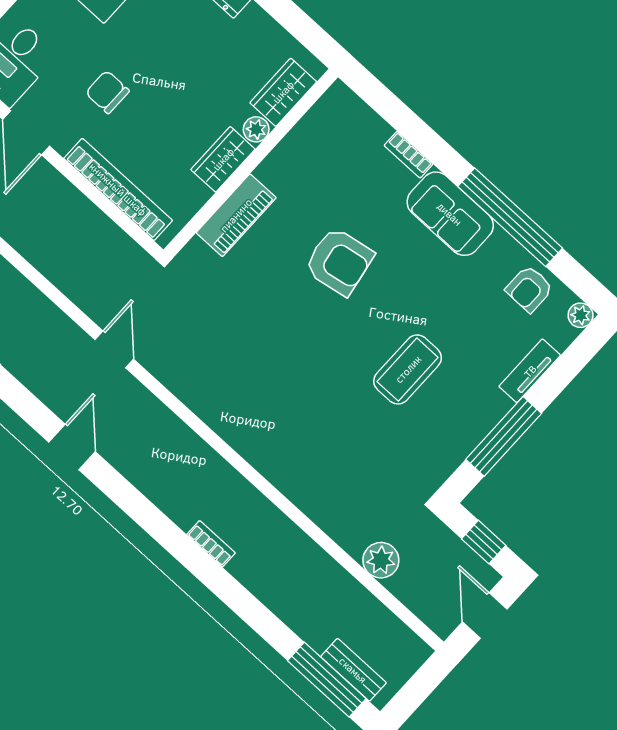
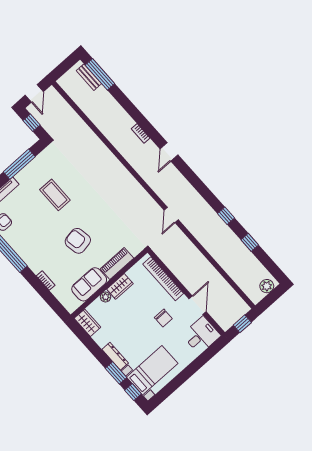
wardrobe: (283, 92) -> (87, 323), moved, turned -90
sofa: (450, 214) -> (89, 284), moved, turned -90
coffee table: (408, 369) -> (55, 195), turned 90
door: (72, 447) -> (169, 152), moved
plant: (381, 560) -> (73, 120), removed

